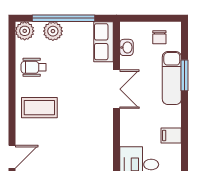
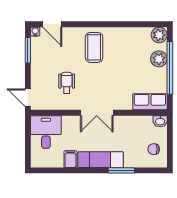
washbasin: (126, 47) -> (160, 121), moved
wheelchair: (34, 67) -> (67, 83), moved
exam couch: (172, 78) -> (101, 160), moved
double door: (116, 89) -> (97, 113), moved

